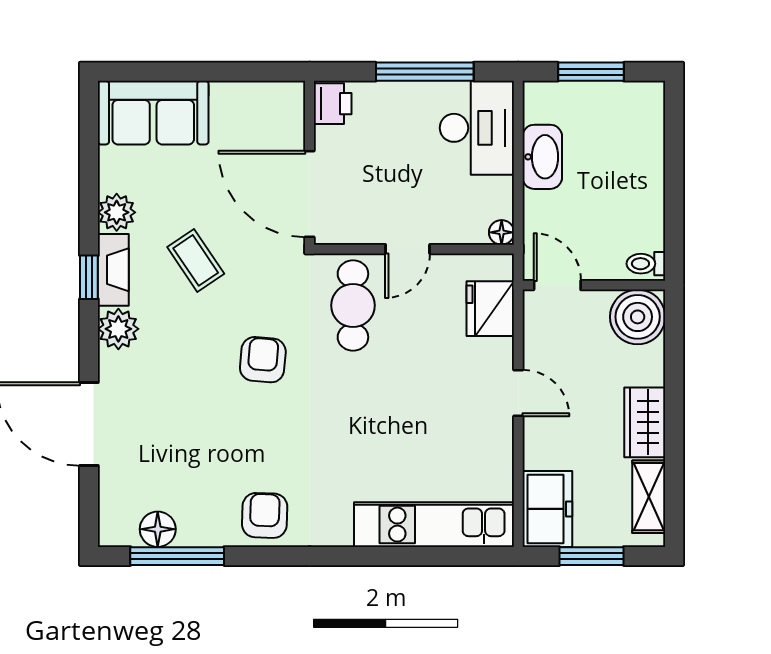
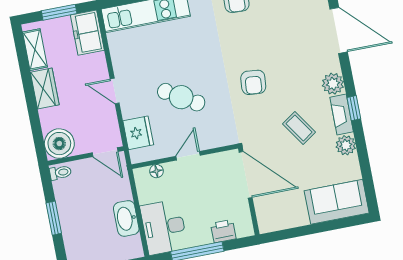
printer: (333, 104) -> (223, 231), moved, turned 90
window: (674, 183) -> (54, 218), added
floor lamp: (502, 232) -> (156, 171), moved
cafe table: (353, 305) -> (181, 97), moved, turned -59

